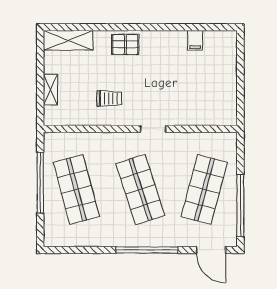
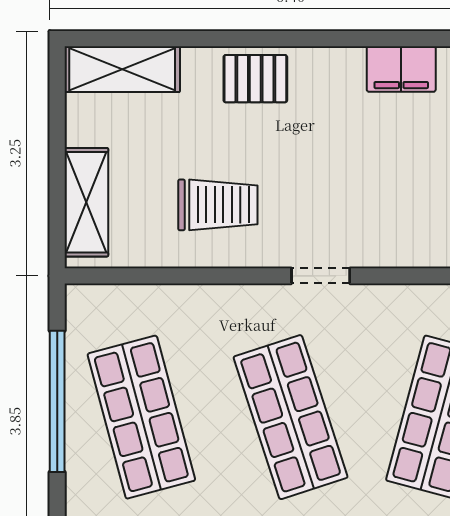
filing cabinet: (195, 40) -> (401, 69), width x2.00
shelving: (50, 90) -> (86, 202), width x1.50, depth x1.33
trolley: (109, 99) -> (218, 205), width x1.36, depth x1.39

